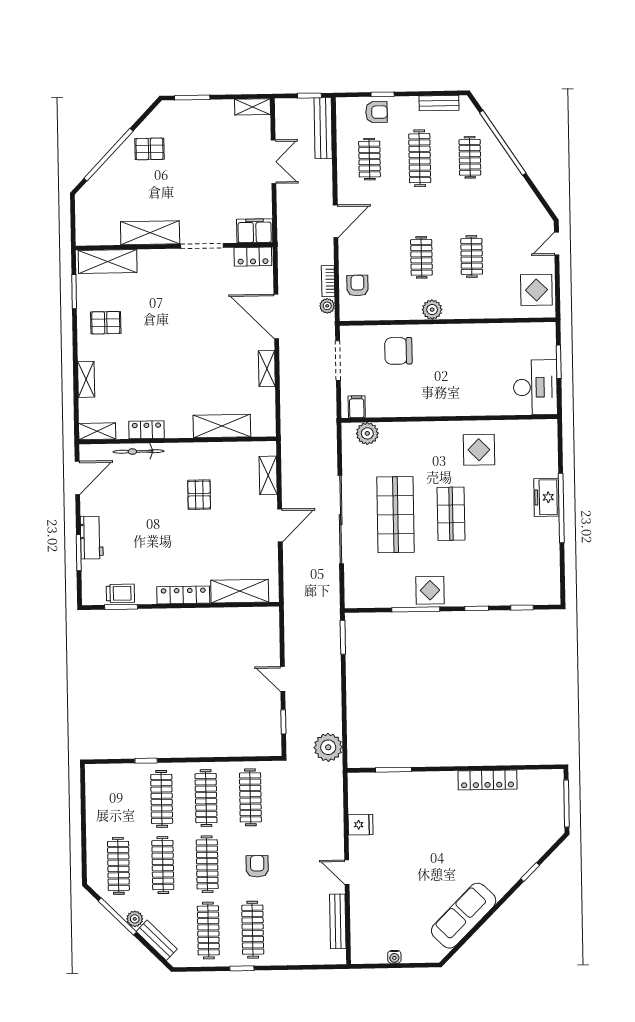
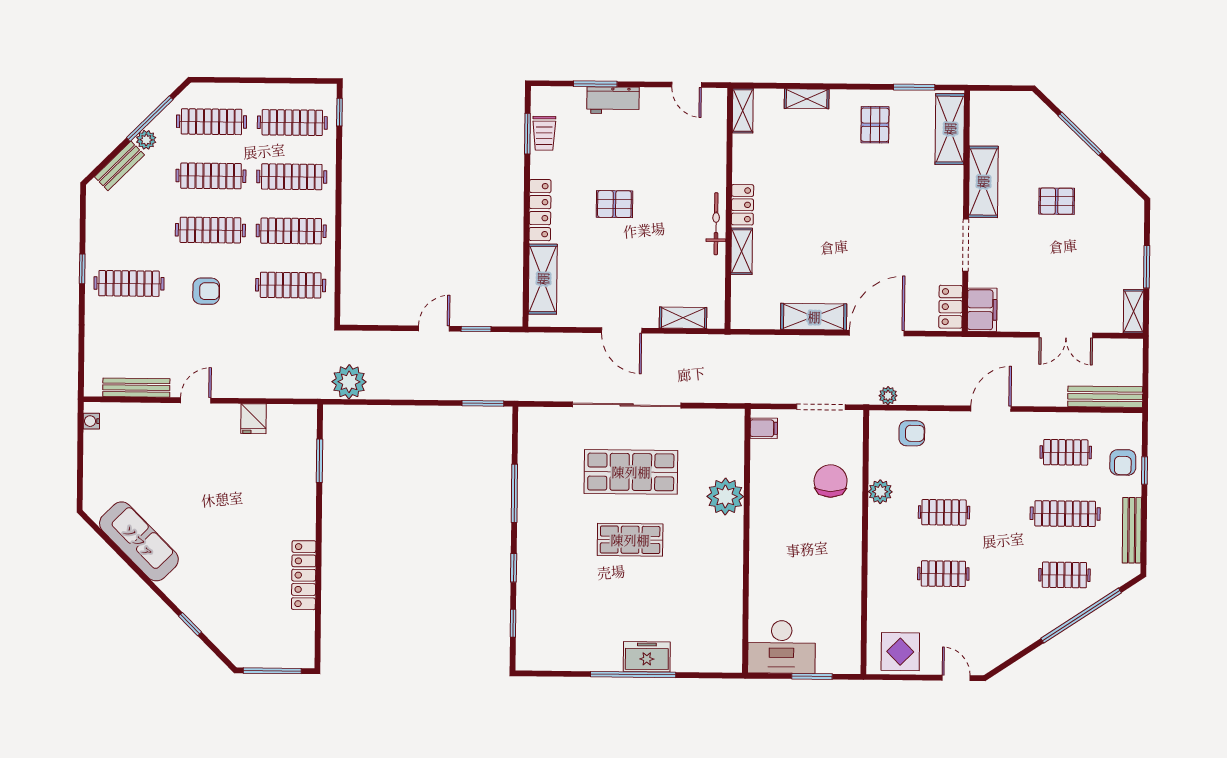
window: (309, 96) -> (1145, 381), removed
window: (192, 98) -> (1147, 267), moved
bench: (439, 103) -> (1132, 530), width x1.36
pallet: (149, 149) -> (1057, 201), moved, turned 90
window: (109, 155) -> (1080, 134), width x0.68
door: (336, 221) -> (991, 409), swing flipped
bookcase: (328, 281) -> (918, 397), removed
plant: (432, 310) -> (880, 492), moved
shelving: (267, 369) -> (814, 317), width x1.50, depth x1.33
shelving: (222, 426) -> (742, 251), width x0.67, depth x0.75
locker: (147, 430) -> (743, 205), moved
plant: (367, 433) -> (725, 496), moved, width x1.36, depth x1.36
display table: (479, 450) -> (707, 576), removed
bicycle: (138, 451) -> (716, 224), moved
door: (77, 478) -> (687, 85), width x0.73
pallet: (199, 495) -> (614, 204), moved
display table: (430, 590) -> (537, 511), removed
window: (283, 722) -> (476, 329), moved
window: (146, 761) -> (339, 112), moved
clothes rail: (208, 930) -> (292, 123), moved
water cooler: (394, 957) -> (91, 421), moved

